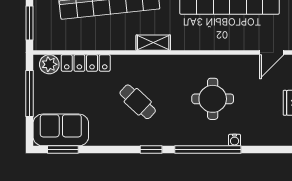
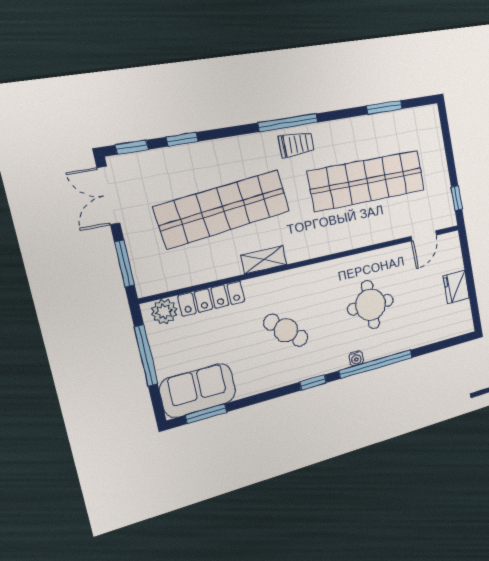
shelving: (153, 43) -> (264, 260), moved
water cooler: (235, 140) -> (356, 358), moved

